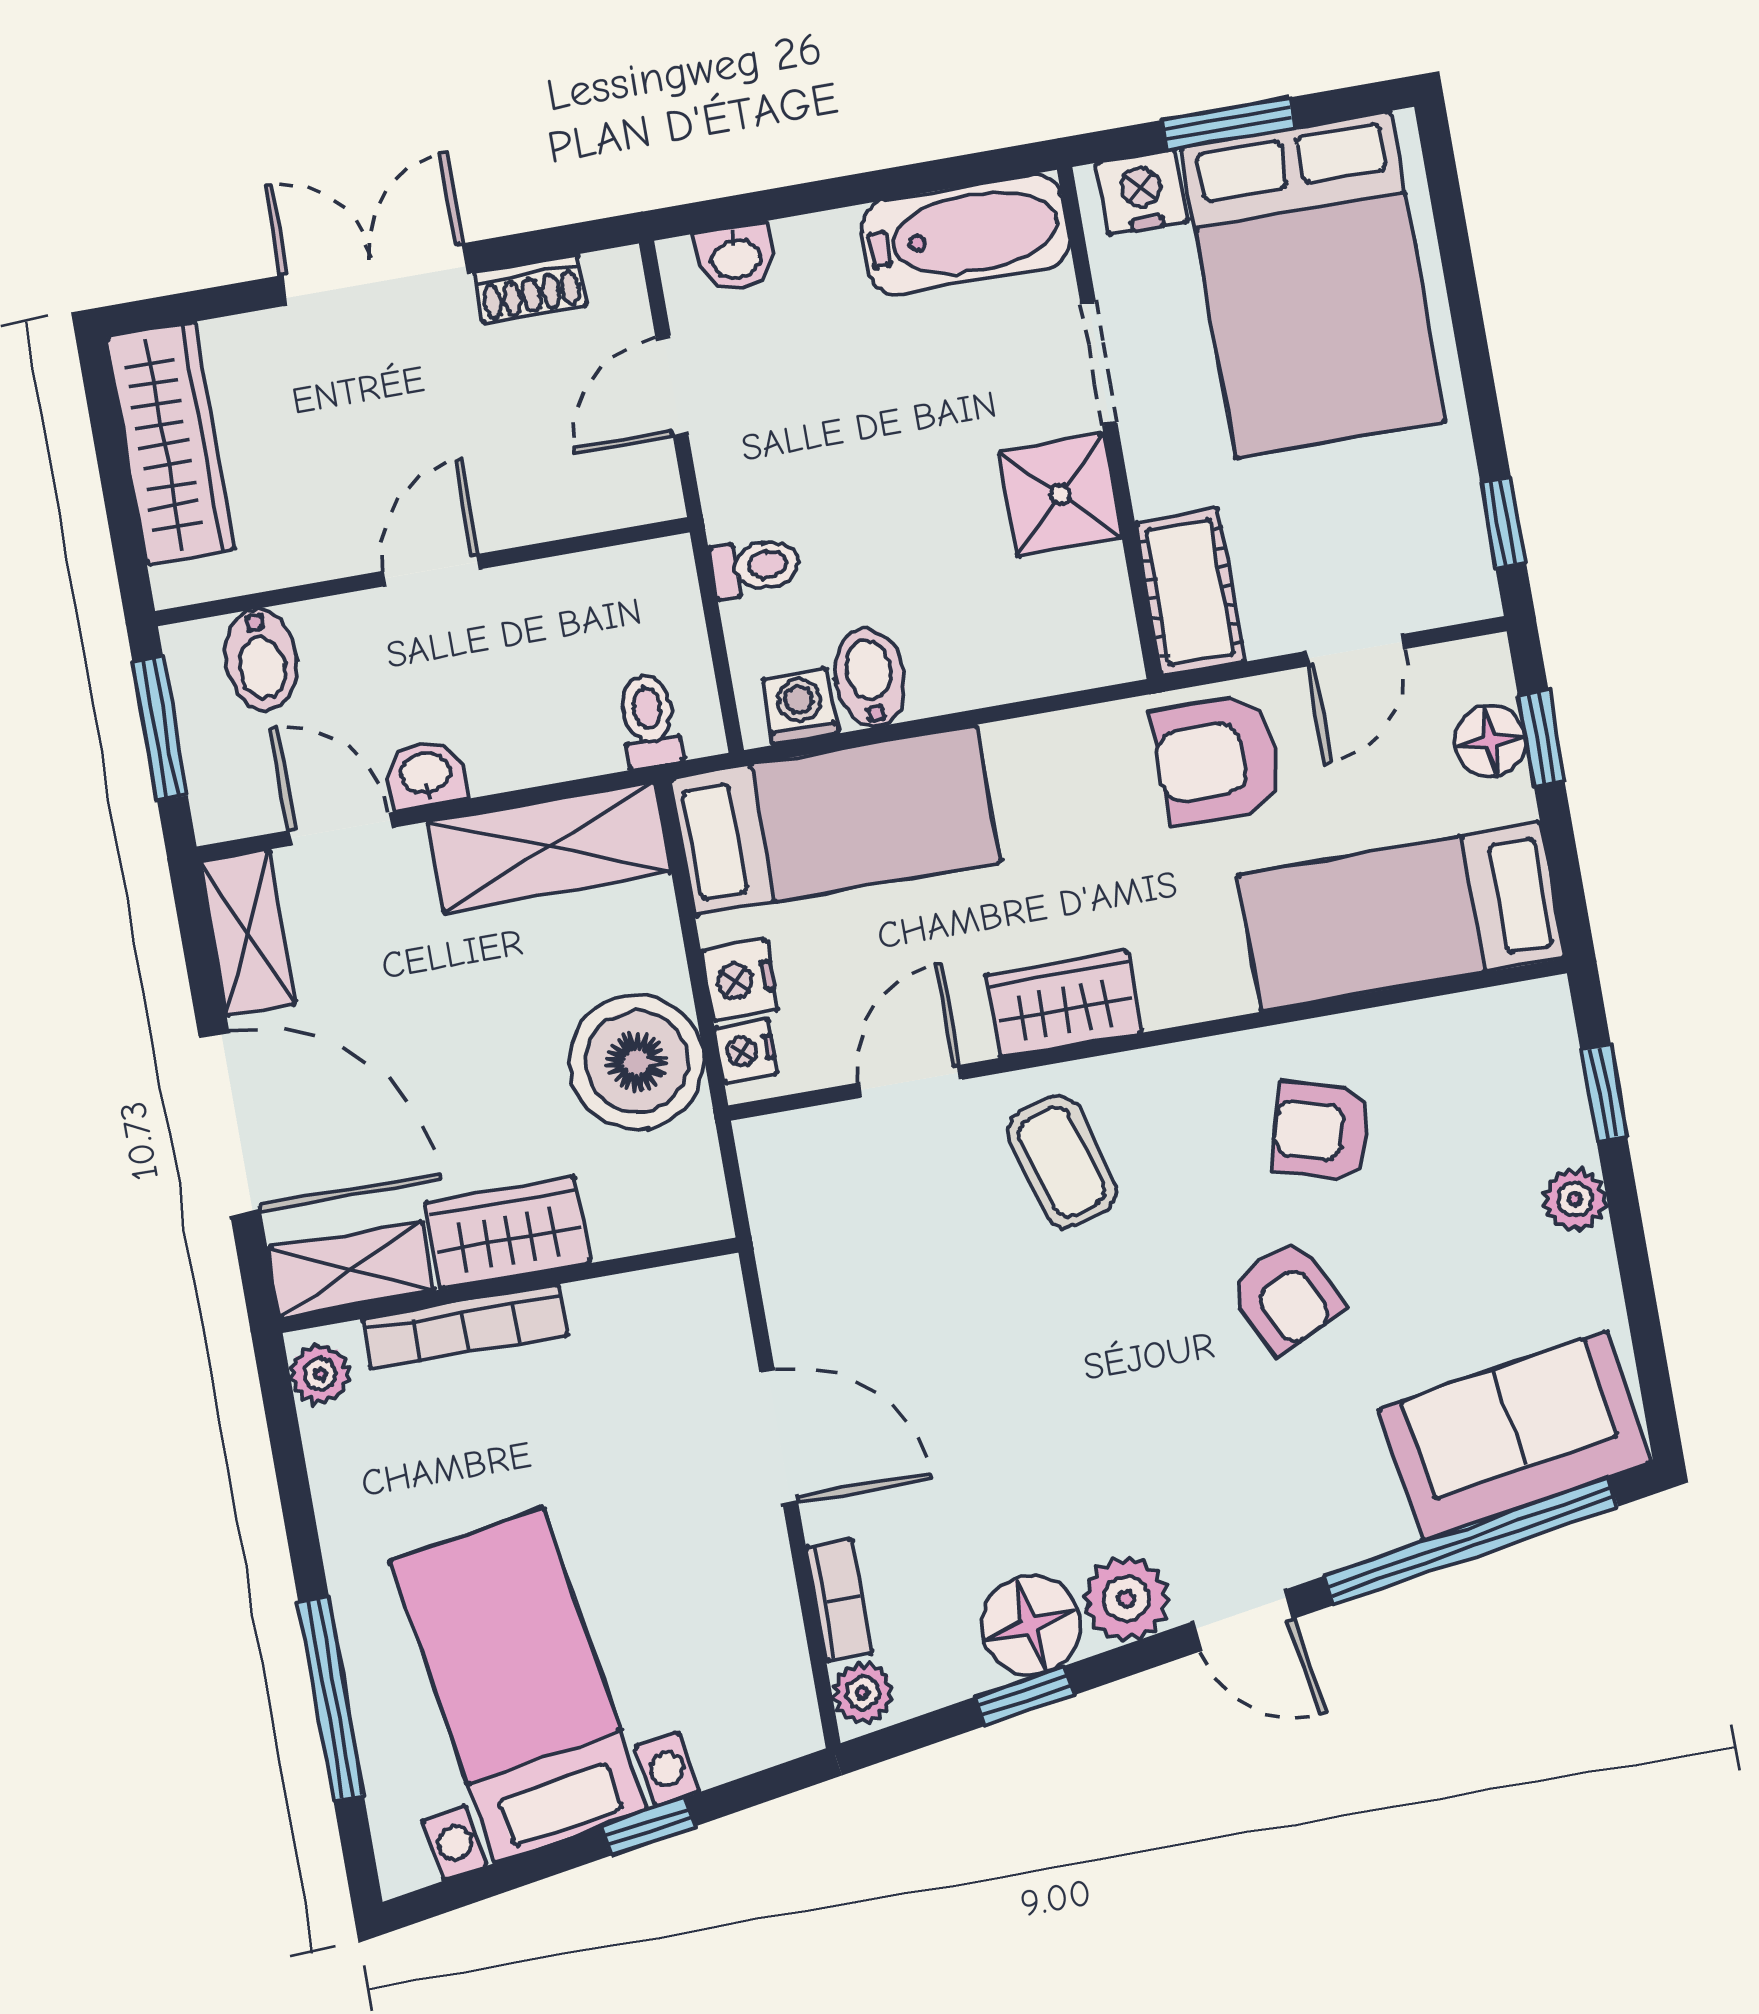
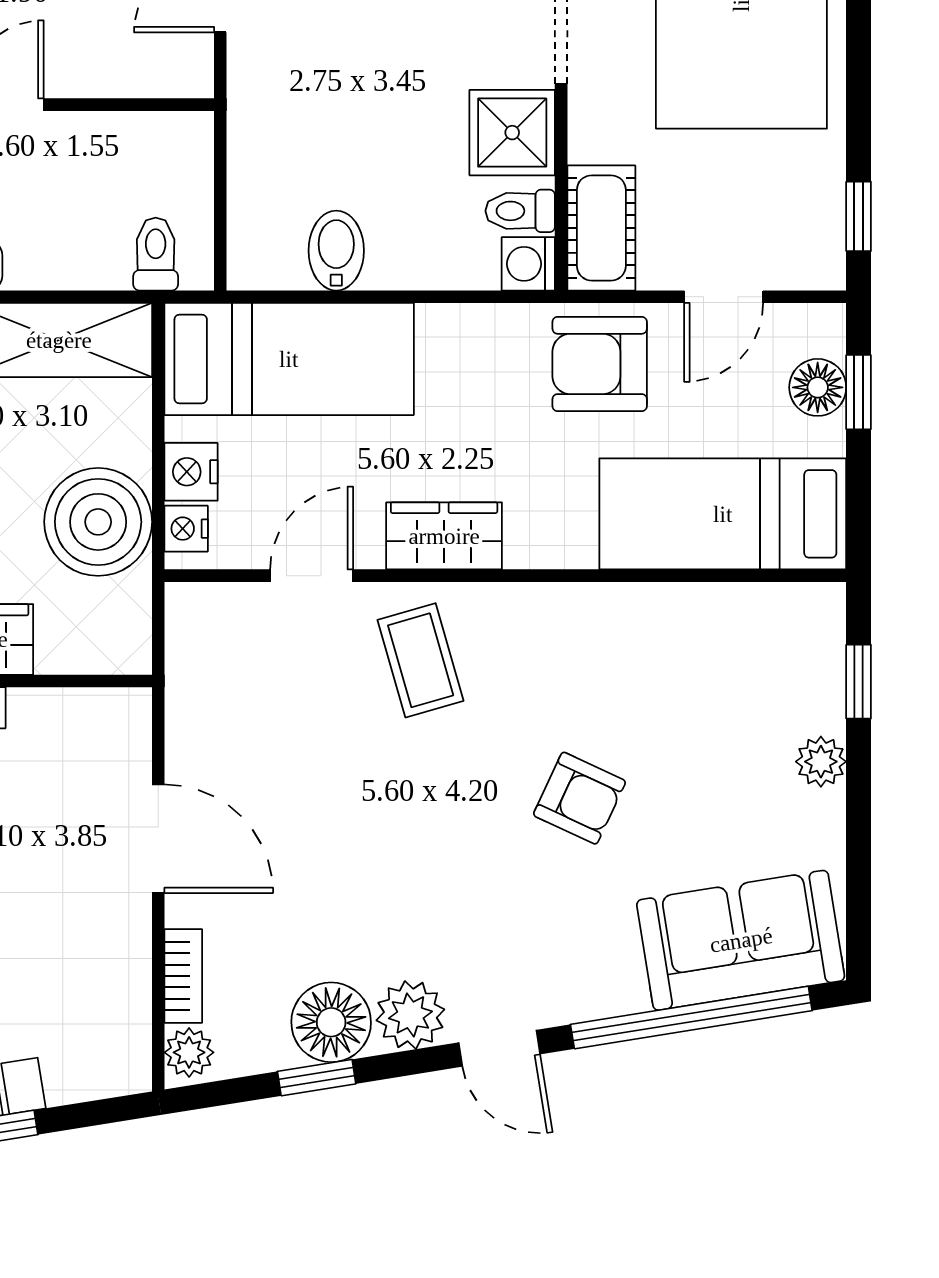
toilet: (756, 567) -> (520, 211), moved, turned 180
washing machine: (800, 706) -> (528, 264), moved, turned -90
armchair: (1322, 1131) -> (630, 673), removed
armchair: (1287, 1296) -> (579, 798), turned -40

